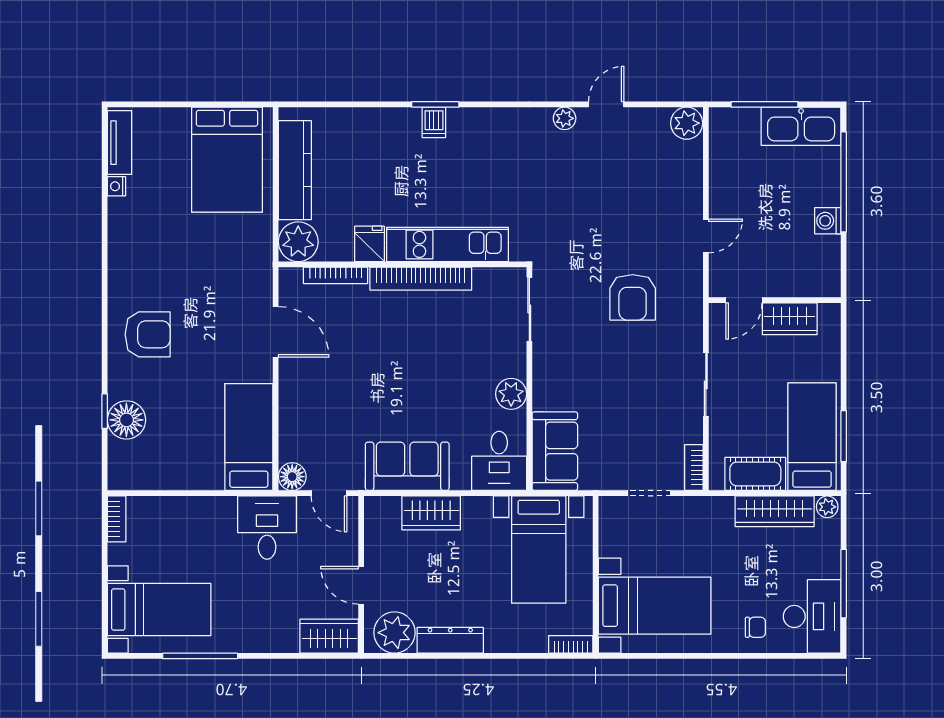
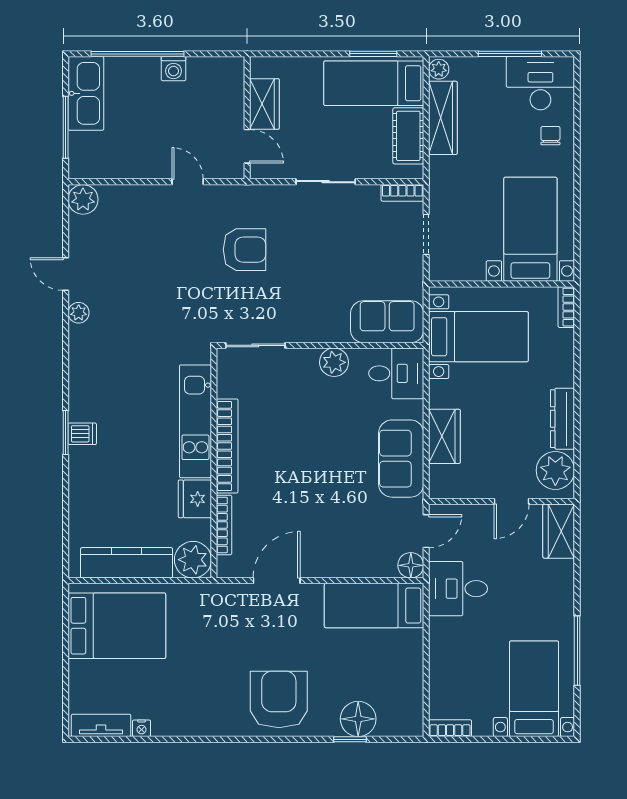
fridge: (369, 244) -> (195, 499), width x1.38
armchair: (148, 334) -> (279, 699), width x1.36, depth x1.36

